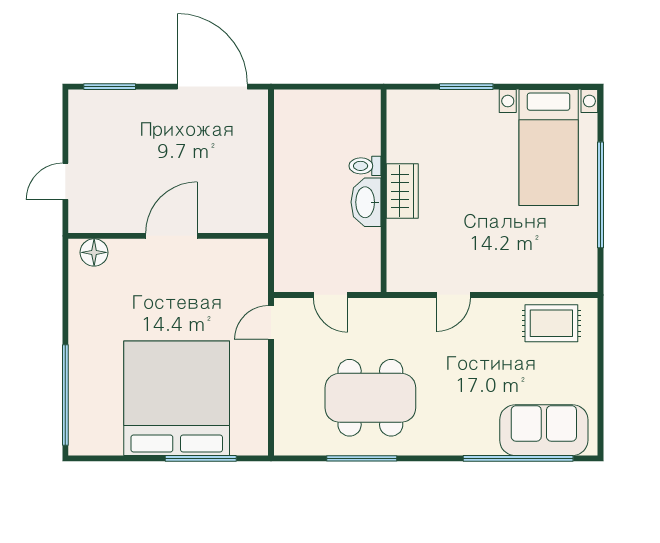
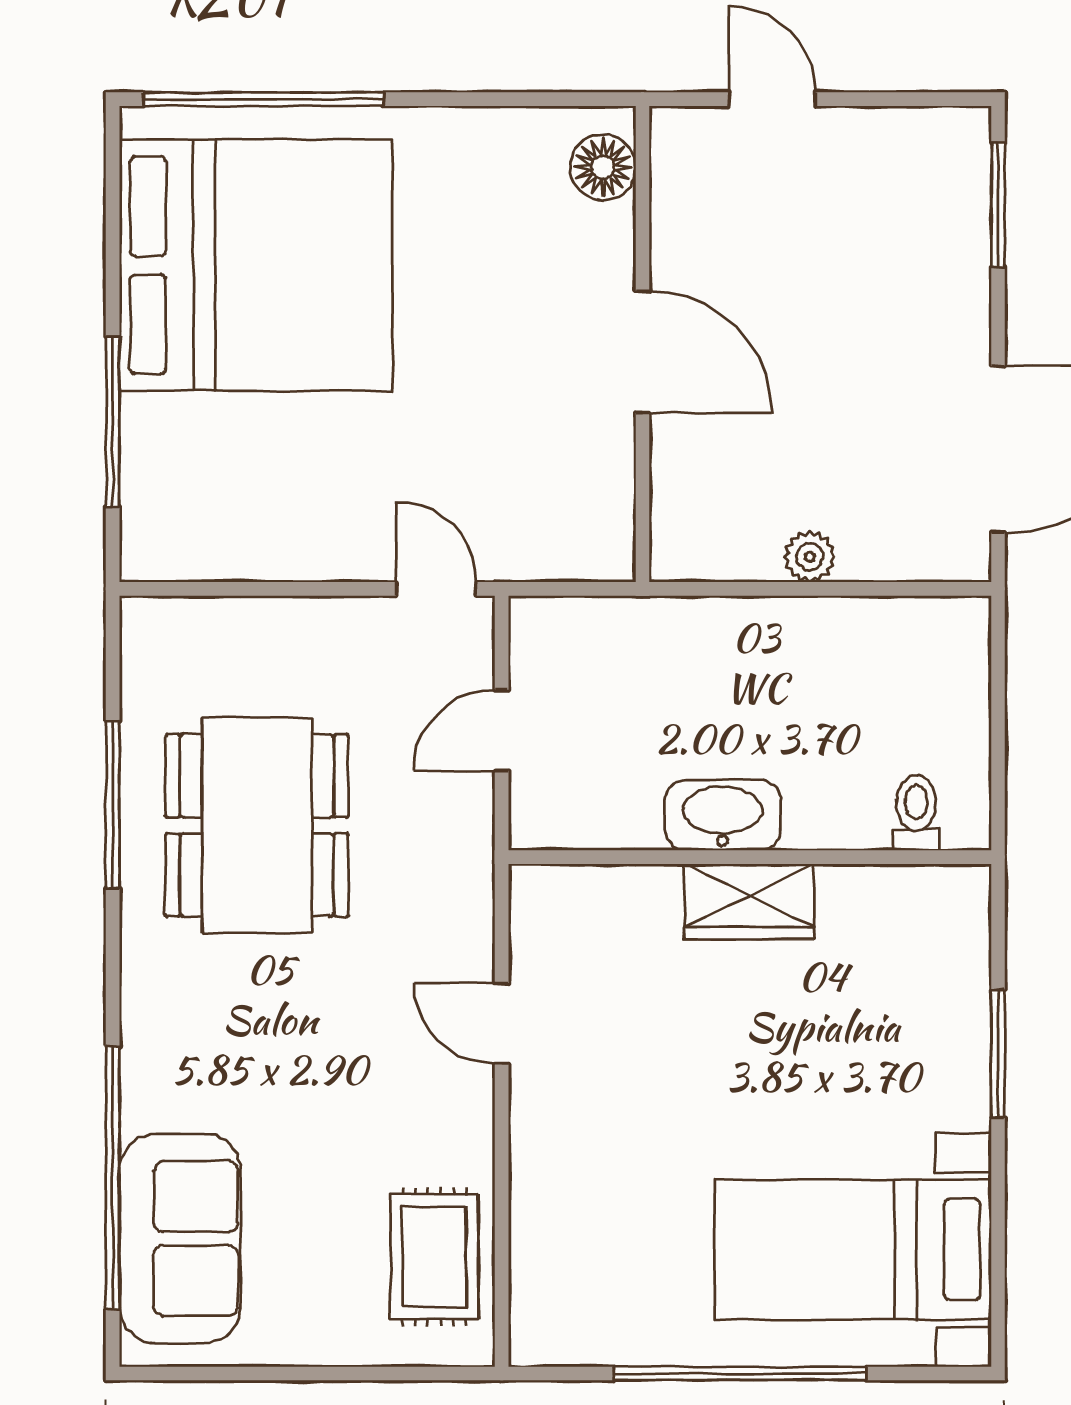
plant: (258, 166) -> (810, 557), added
toilet: (365, 166) -> (916, 813), moved
bed: (177, 398) -> (256, 265), moved

